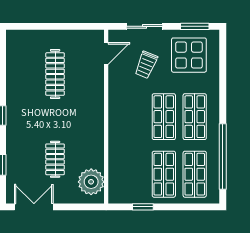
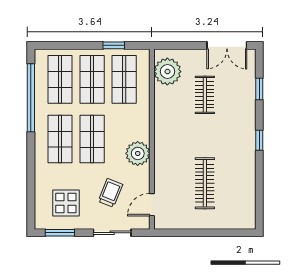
display table: (189, 55) -> (66, 203), width x0.73, depth x0.73
plant: (120, 103) -> (138, 153), added
shop shelf: (133, 174) -> (124, 79), added

